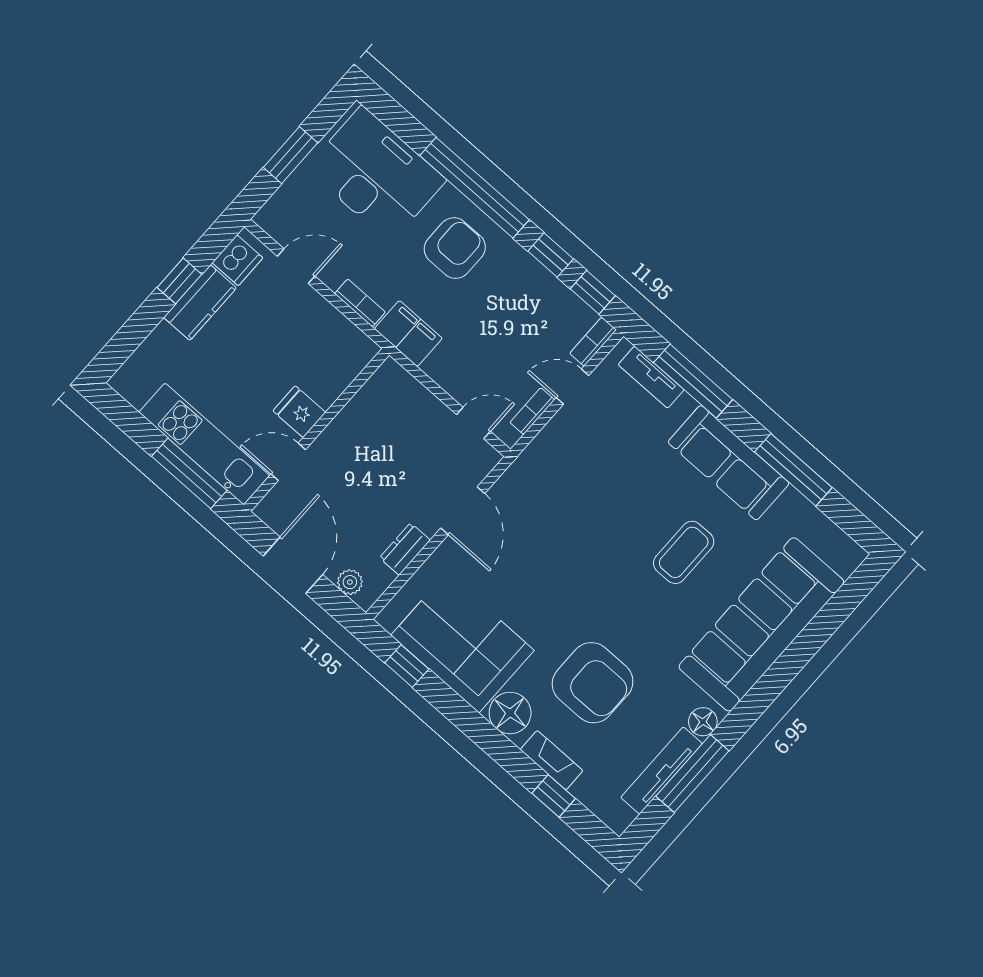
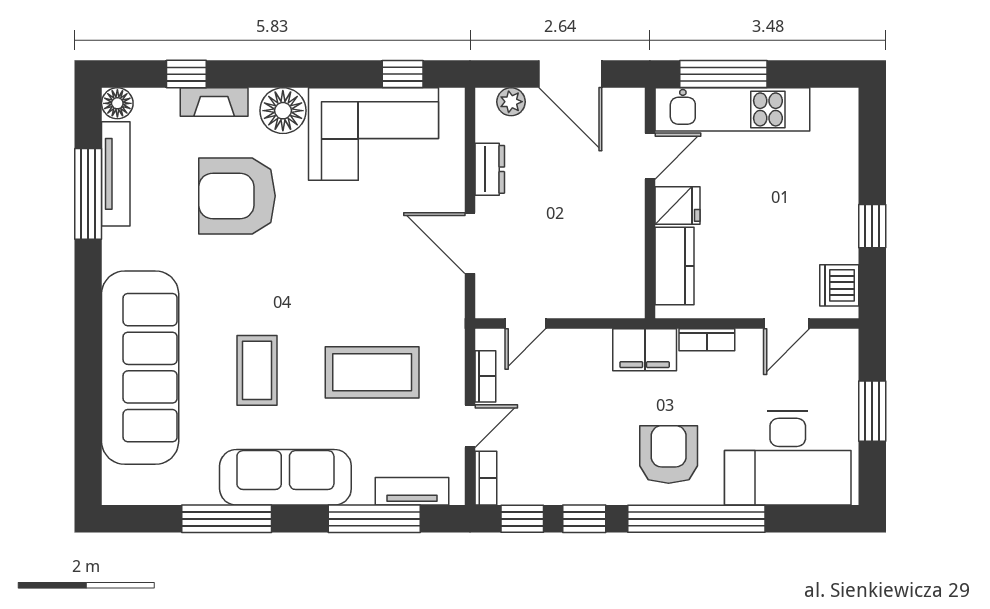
armchair: (455, 248) -> (669, 454), turned 180
kitchen counter: (200, 303) -> (674, 266), moved, turned 180
coffee table: (607, 482) -> (372, 372), added
floor lamp: (703, 722) -> (117, 103), moved

